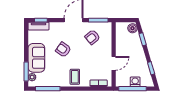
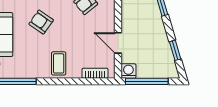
door: (114, 63) -> (118, 43), swing flipped
washing machine: (135, 82) -> (128, 71), moved

